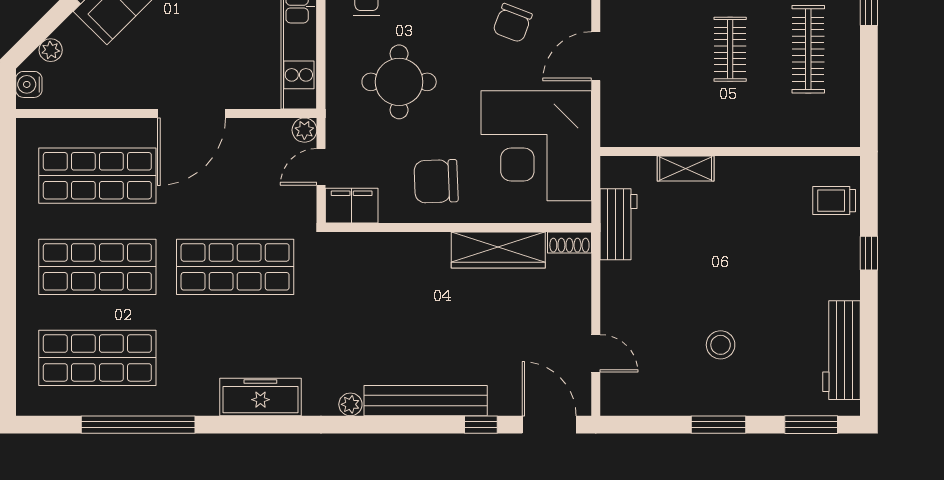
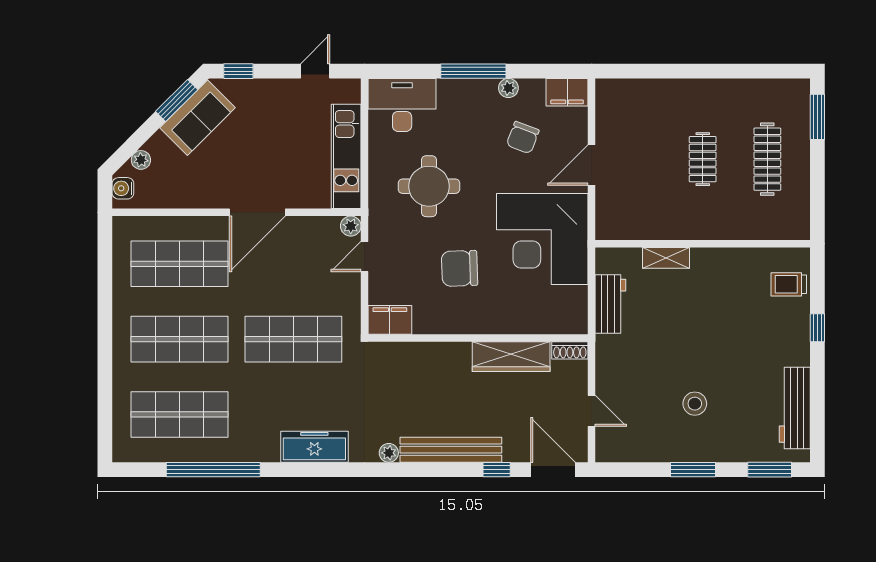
filing cabinet: (352, 206) -> (390, 320), moved
wall: (458, 227) -> (478, 338), moved
shoe rack: (569, 242) -> (570, 350), moved
wardrobe: (498, 250) -> (511, 357), moved

